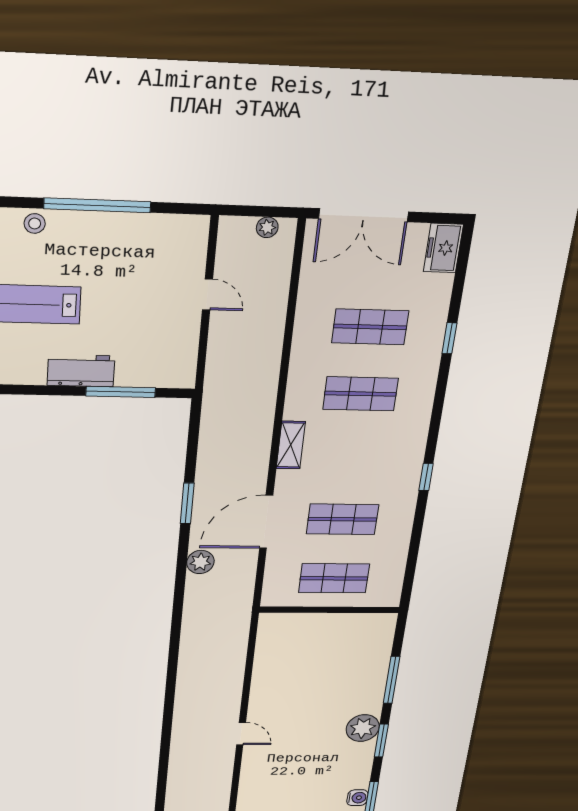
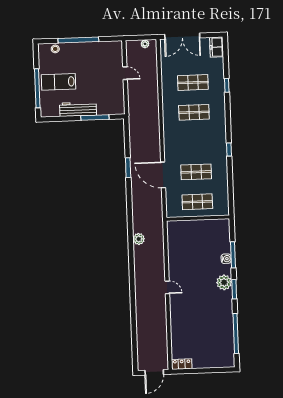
workbench: (81, 371) -> (78, 109), width x1.38
shelving: (291, 445) -> (168, 138), removed
door: (266, 522) -> (163, 175), hinge flipped
plant: (200, 562) -> (139, 239), moved
water cooler: (357, 798) -> (226, 259), moved

